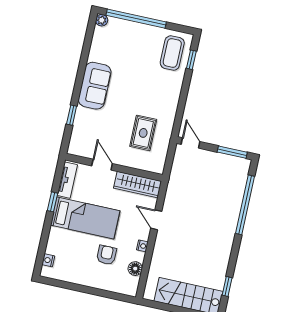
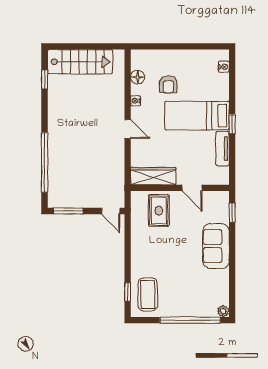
door: (102, 165) -> (192, 188), moved
wall: (114, 167) -> (180, 188), moved
wardrobe: (138, 185) -> (153, 176), moved

